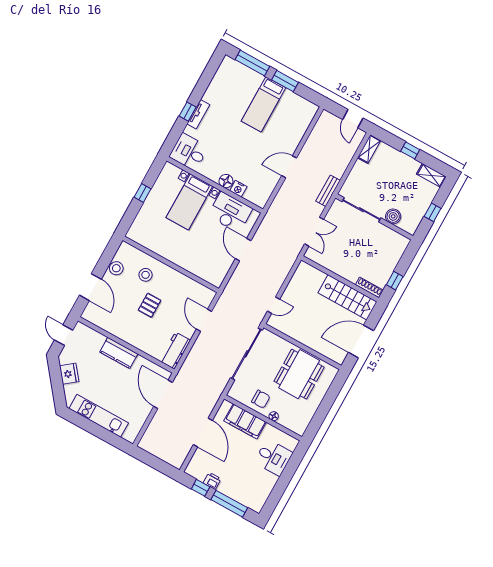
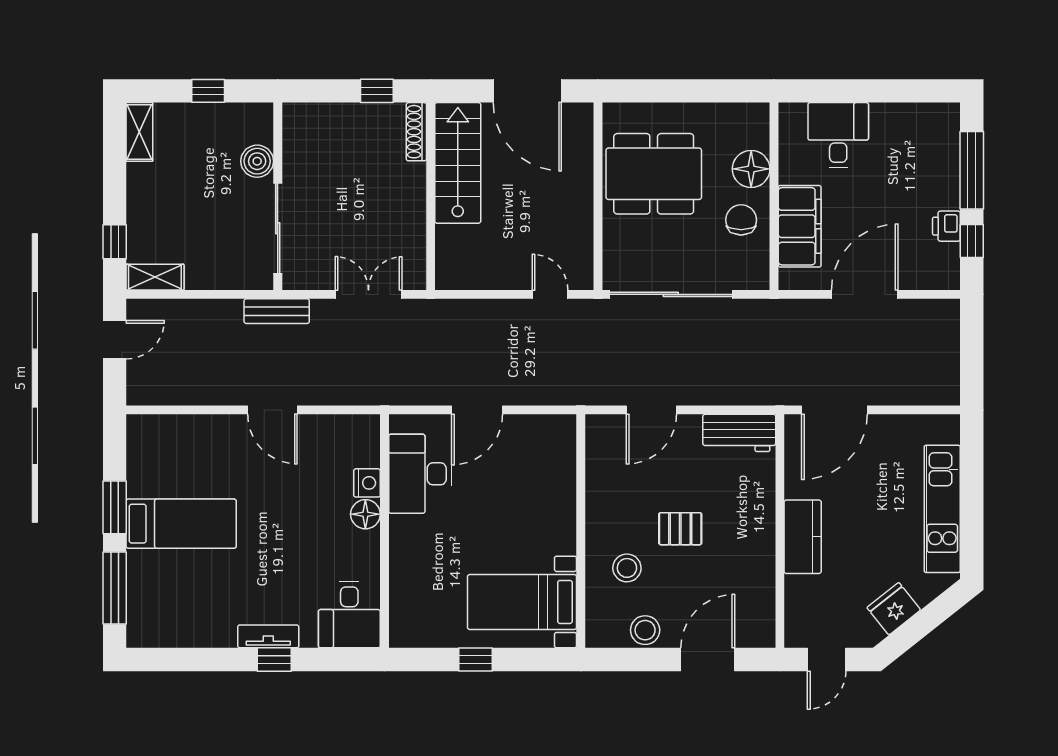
window: (410, 150) -> (115, 242), moved
bed with nightstands: (189, 202) -> (522, 602), moved, turned 180
floor lamp: (274, 416) -> (751, 169), width x1.89, depth x1.89

